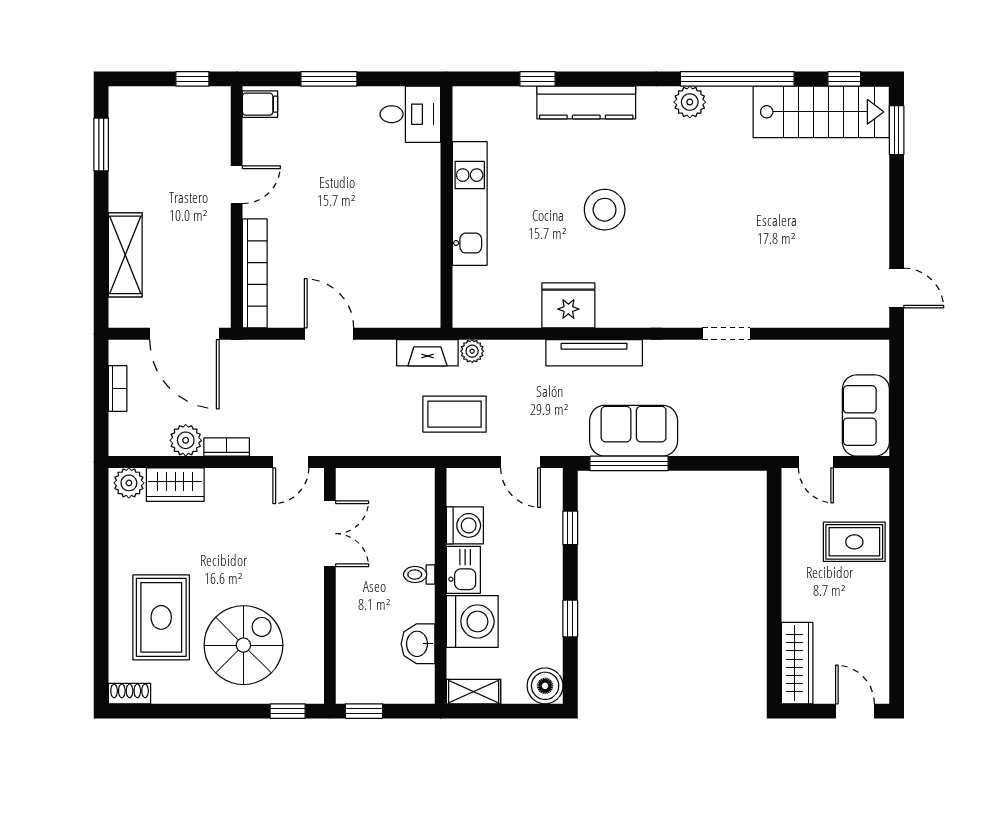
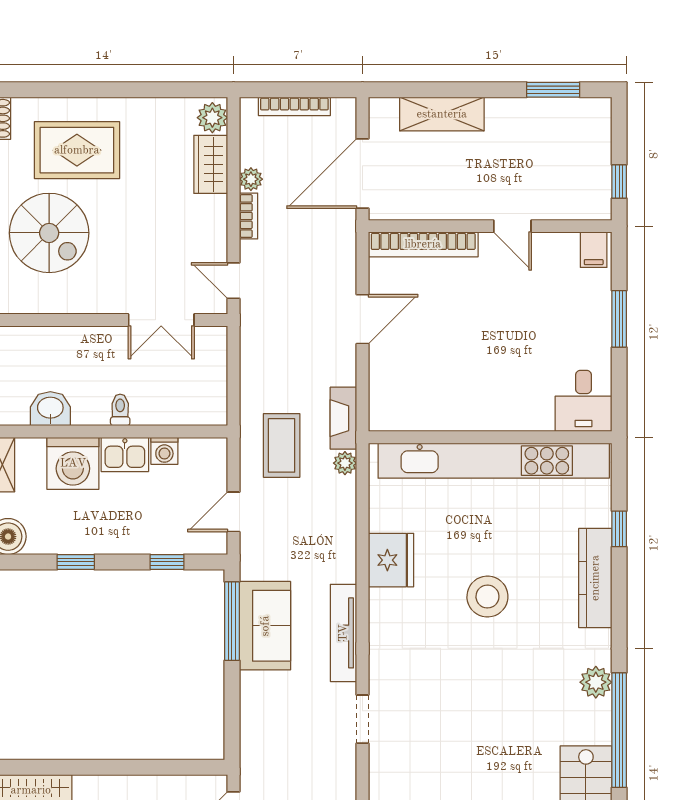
kitchen unit: (470, 203) -> (494, 461), width x1.86
tv unit: (594, 353) -> (343, 633), moved
bookcase: (118, 389) -> (294, 106), width x1.56
plant: (186, 440) -> (251, 179), width x0.73, depth x0.73
washing machine: (465, 525) -> (164, 451), width x0.73, depth x0.73

